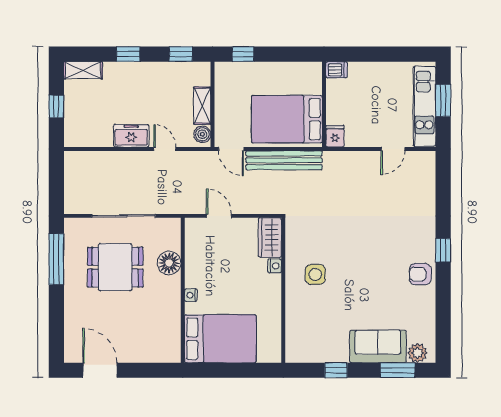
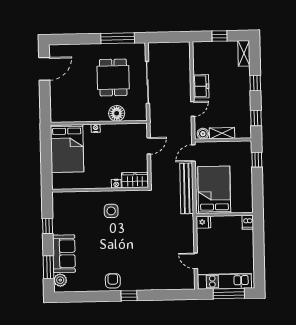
window: (443, 100) -> (229, 294), width x1.44

